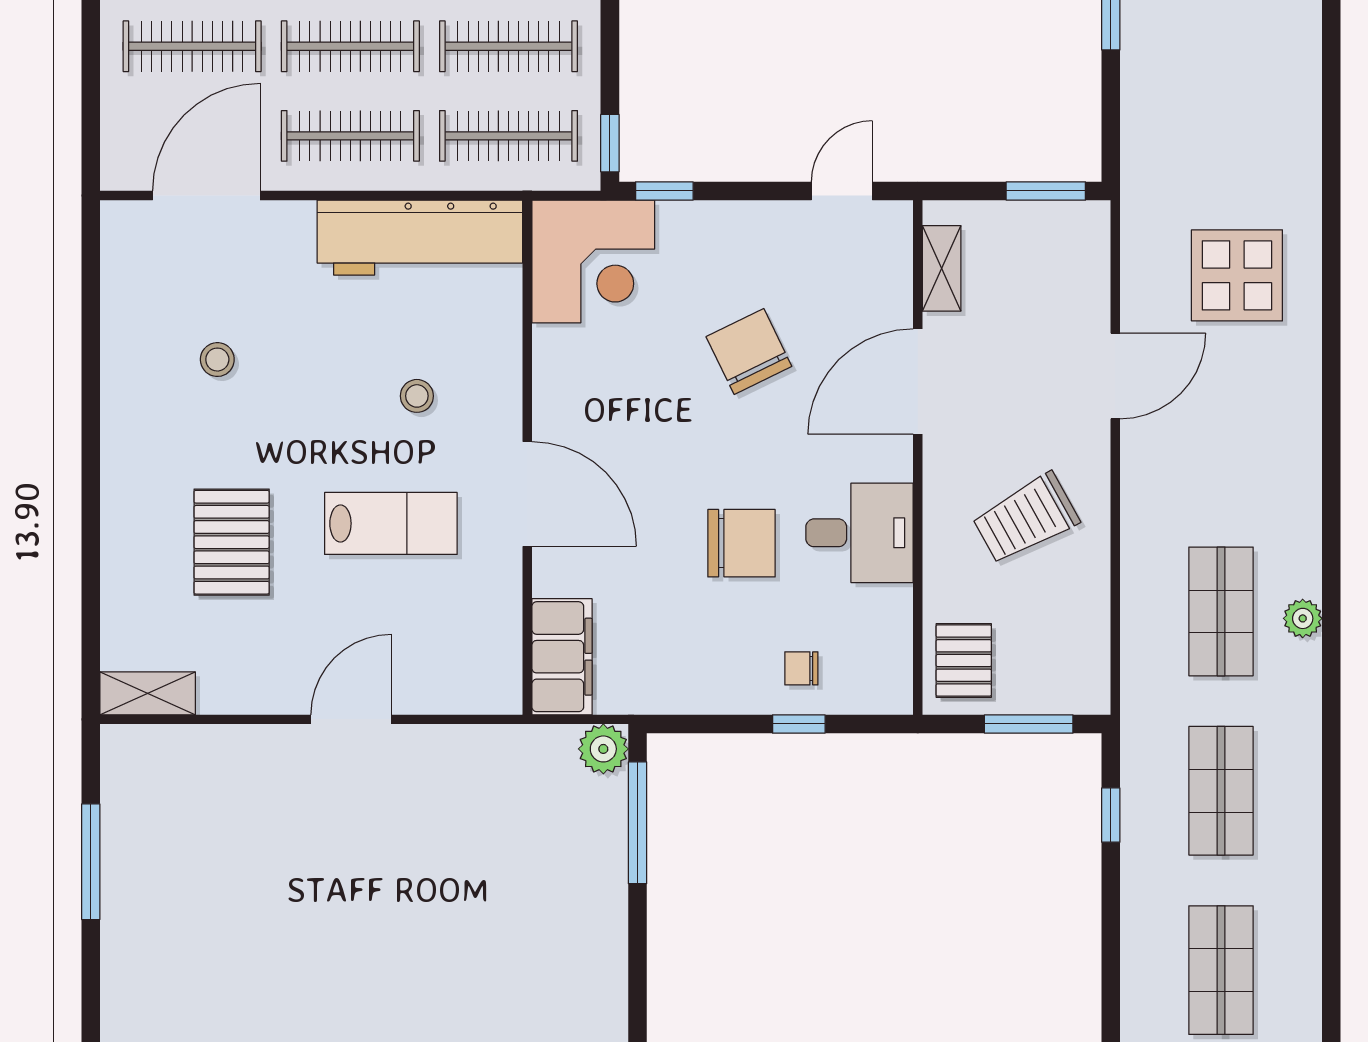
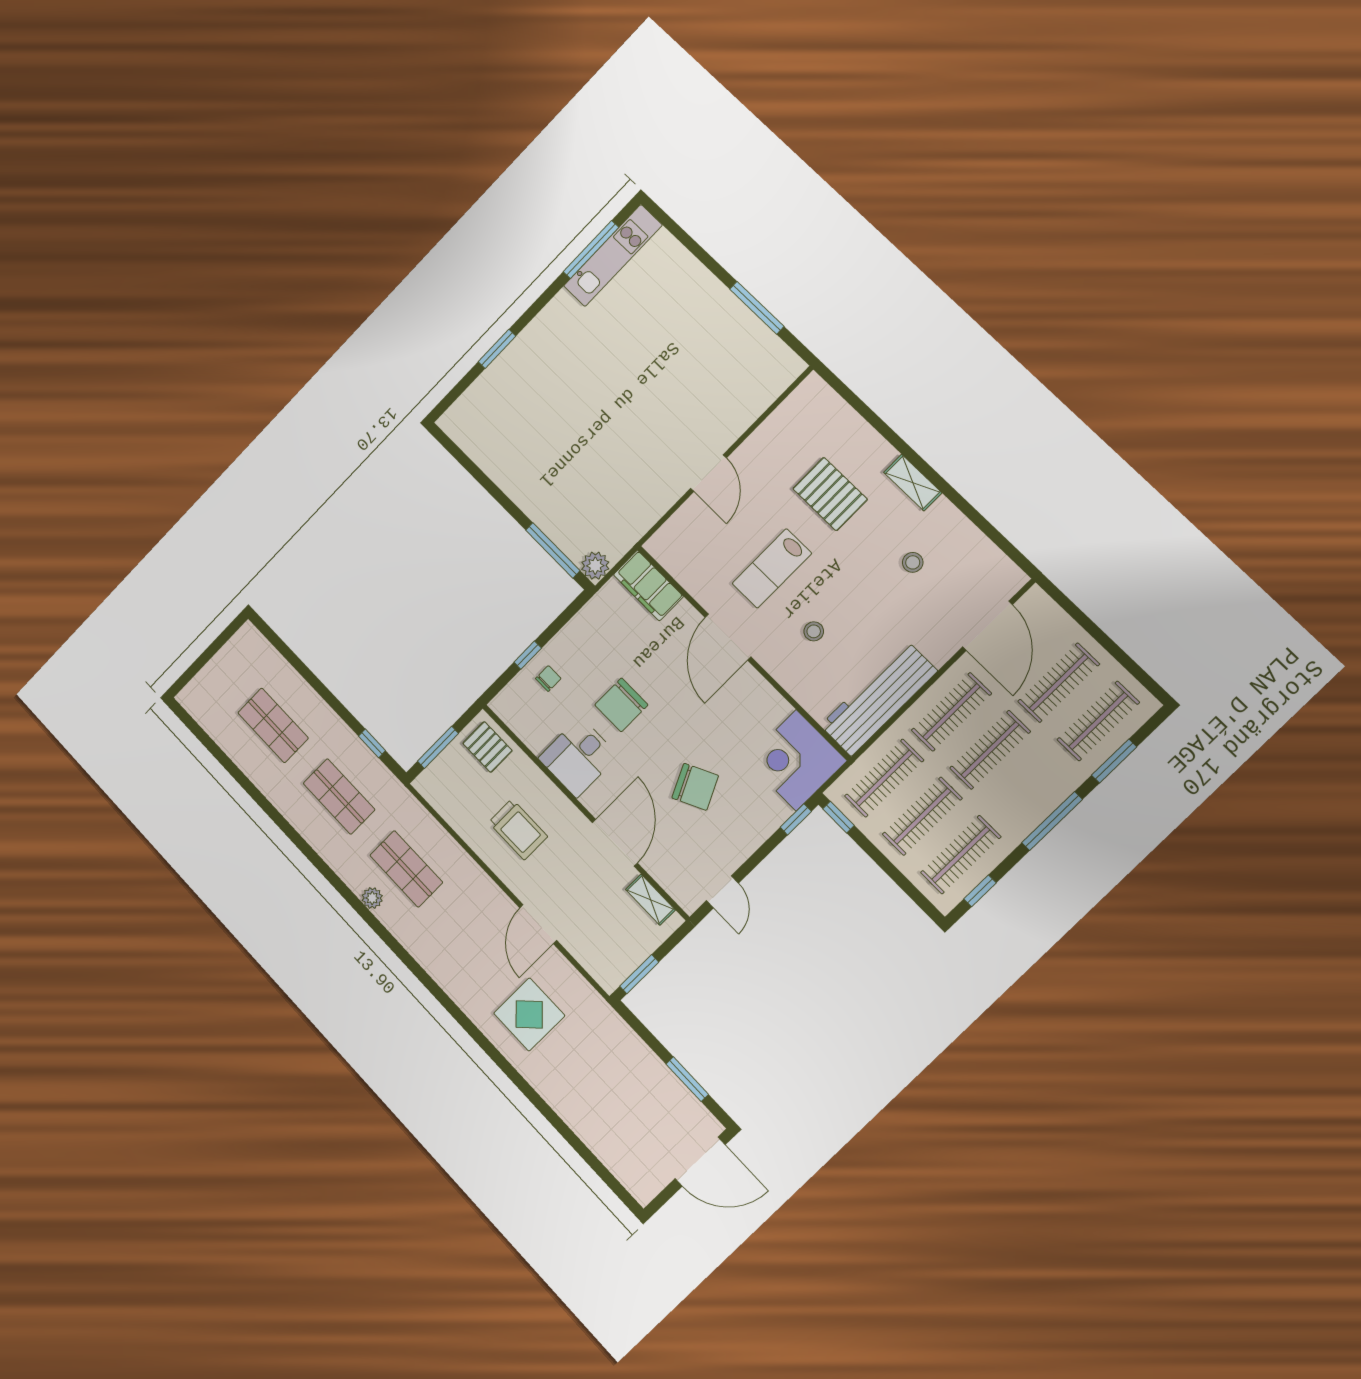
door: (527, 494) -> (728, 637), hinge flipped
trolley: (1026, 519) -> (518, 829), turned 119
shelving: (148, 693) -> (913, 483), moved, turned 90

